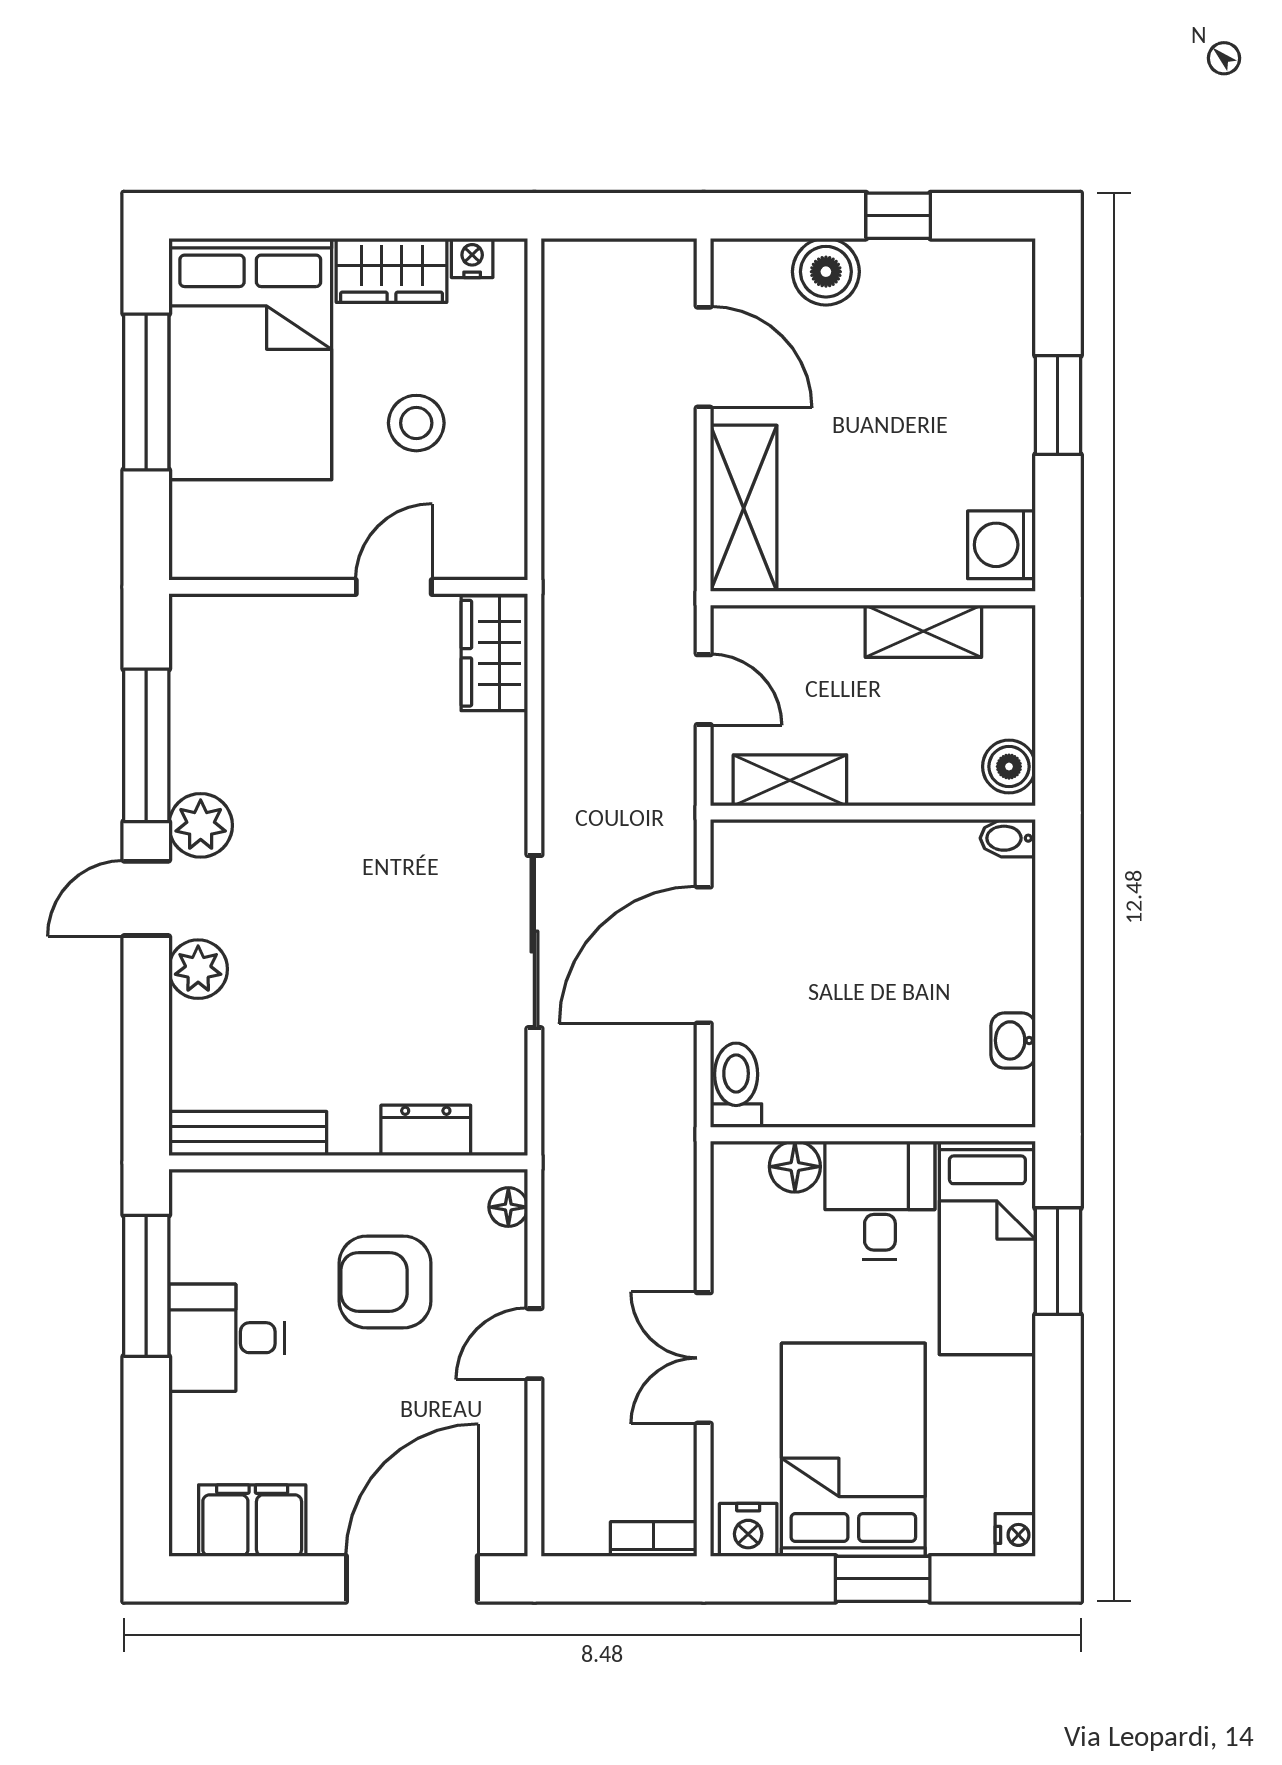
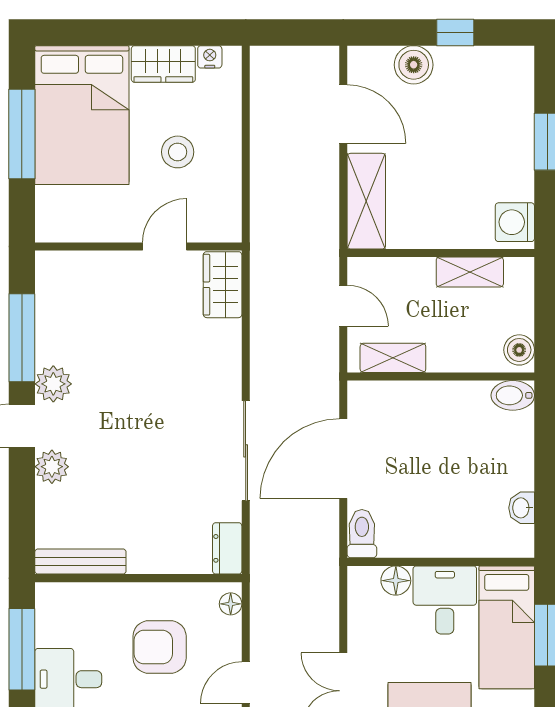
bidet: (1008, 838) -> (513, 395), width x1.38, depth x1.36
dresser: (426, 1130) -> (227, 548), moved, turned -90

